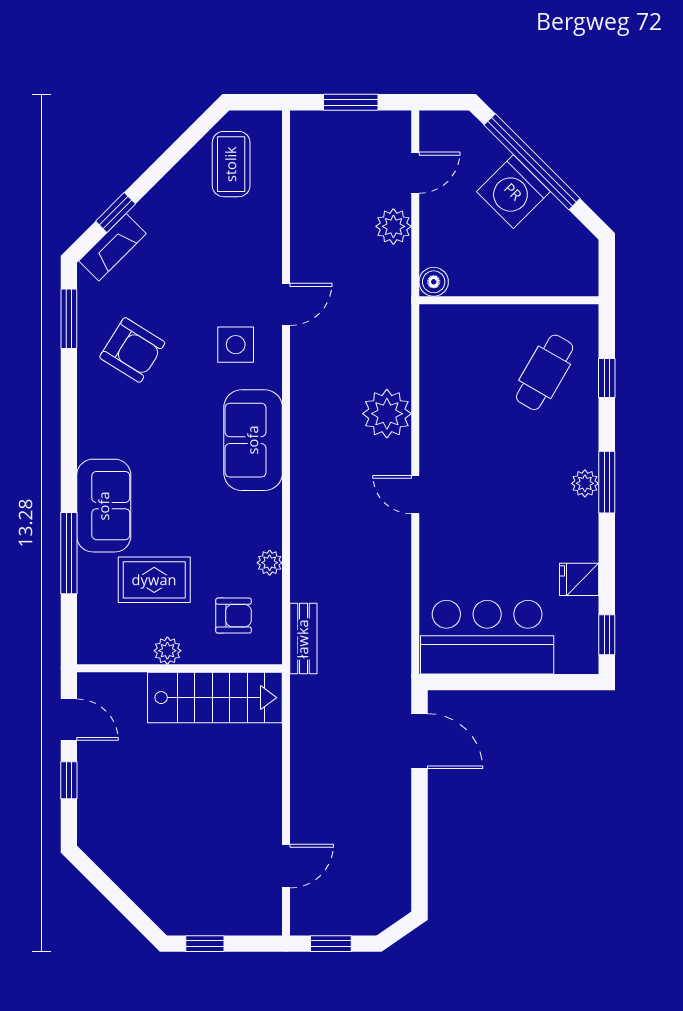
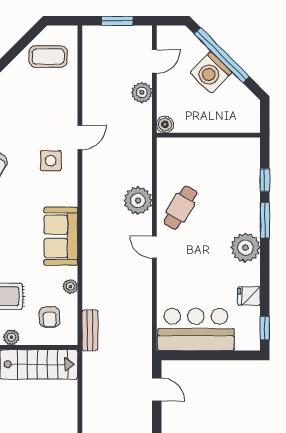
coffee table: (231, 164) -> (48, 56), turned 90
cafe table: (545, 372) -> (180, 208), moved
sofa: (253, 440) -> (61, 236), moved
window: (607, 482) -> (265, 220), moved
plant: (585, 483) -> (245, 248), width x1.88, depth x1.88
armchair: (234, 616) -> (50, 317), turned 90
door: (419, 741) -> (157, 389), width x0.73

